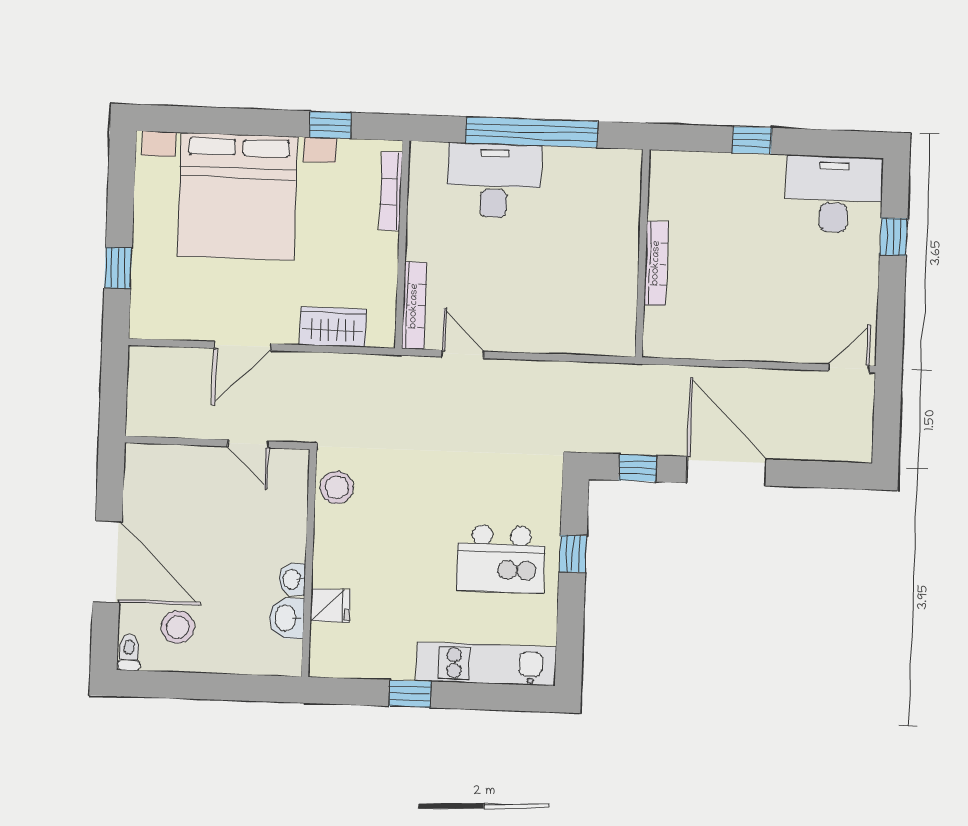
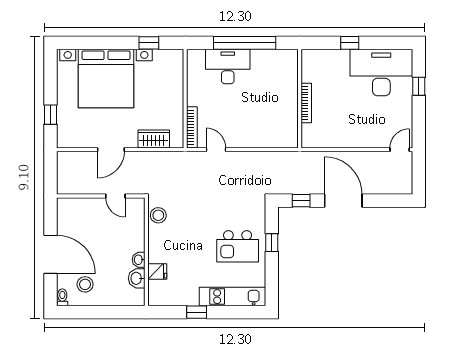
bookcase: (391, 191) -> (179, 73), removed
desk: (834, 194) -> (381, 72), width x1.36, depth x1.30

